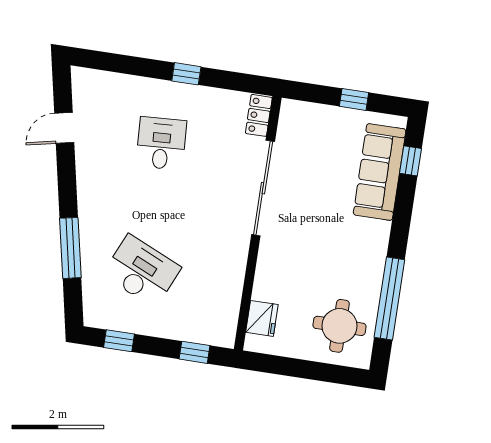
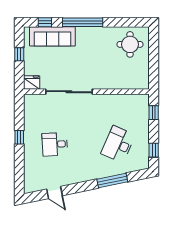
locker: (259, 115) -> (34, 99), removed
window: (389, 299) -> (83, 22), moved
fridge: (262, 318) -> (32, 83), moved

